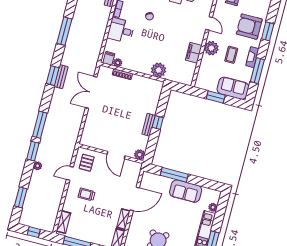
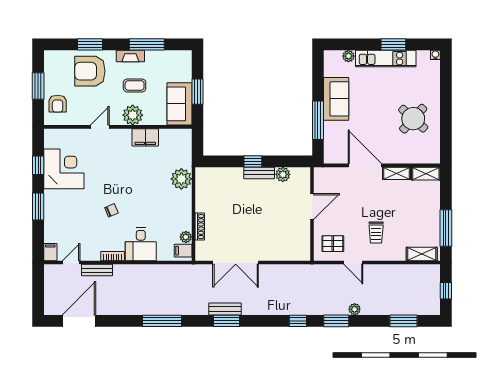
armchair: (249, 27) -> (90, 71), turned 90
sofa: (233, 88) -> (179, 104), moved
window: (40, 125) -> (298, 321), width x0.46
plant: (140, 155) -> (283, 174), moved

